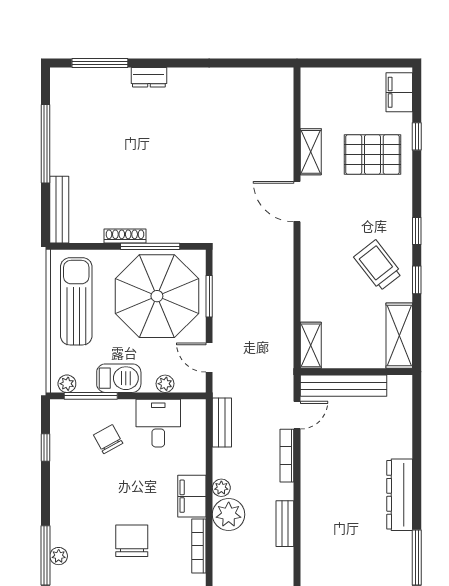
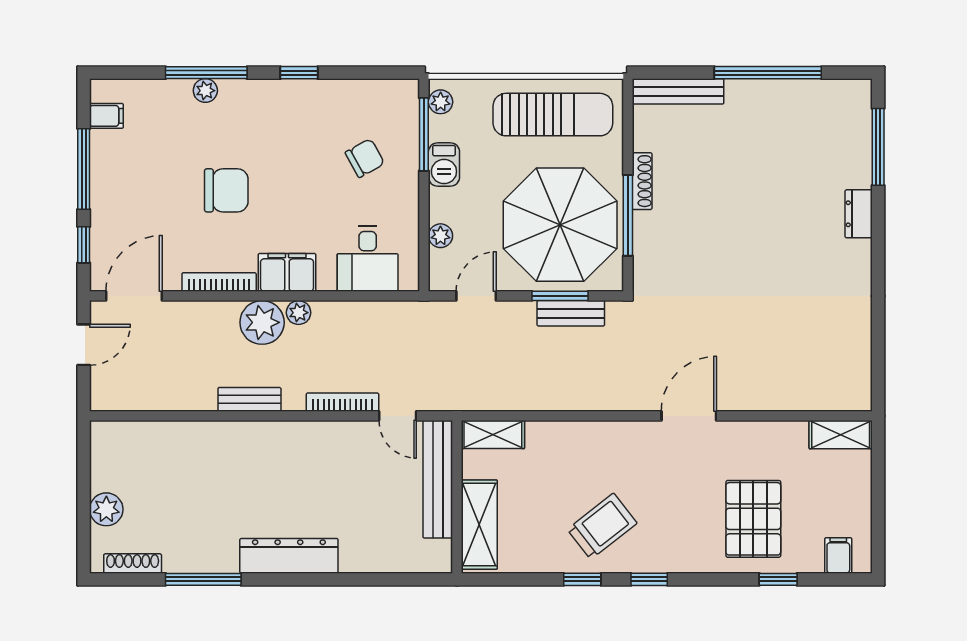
filing cabinet: (399, 92) -> (838, 555), width x0.50
shelving: (311, 152) -> (841, 435), moved
shelving: (399, 336) -> (479, 525), moved, turned 90
barbecue: (119, 378) -> (444, 164), width x0.73, depth x0.79
desk: (158, 423) -> (368, 259), moved, turned 90
bench: (222, 423) -> (571, 313), moved
window: (45, 448) -> (299, 73), moved

